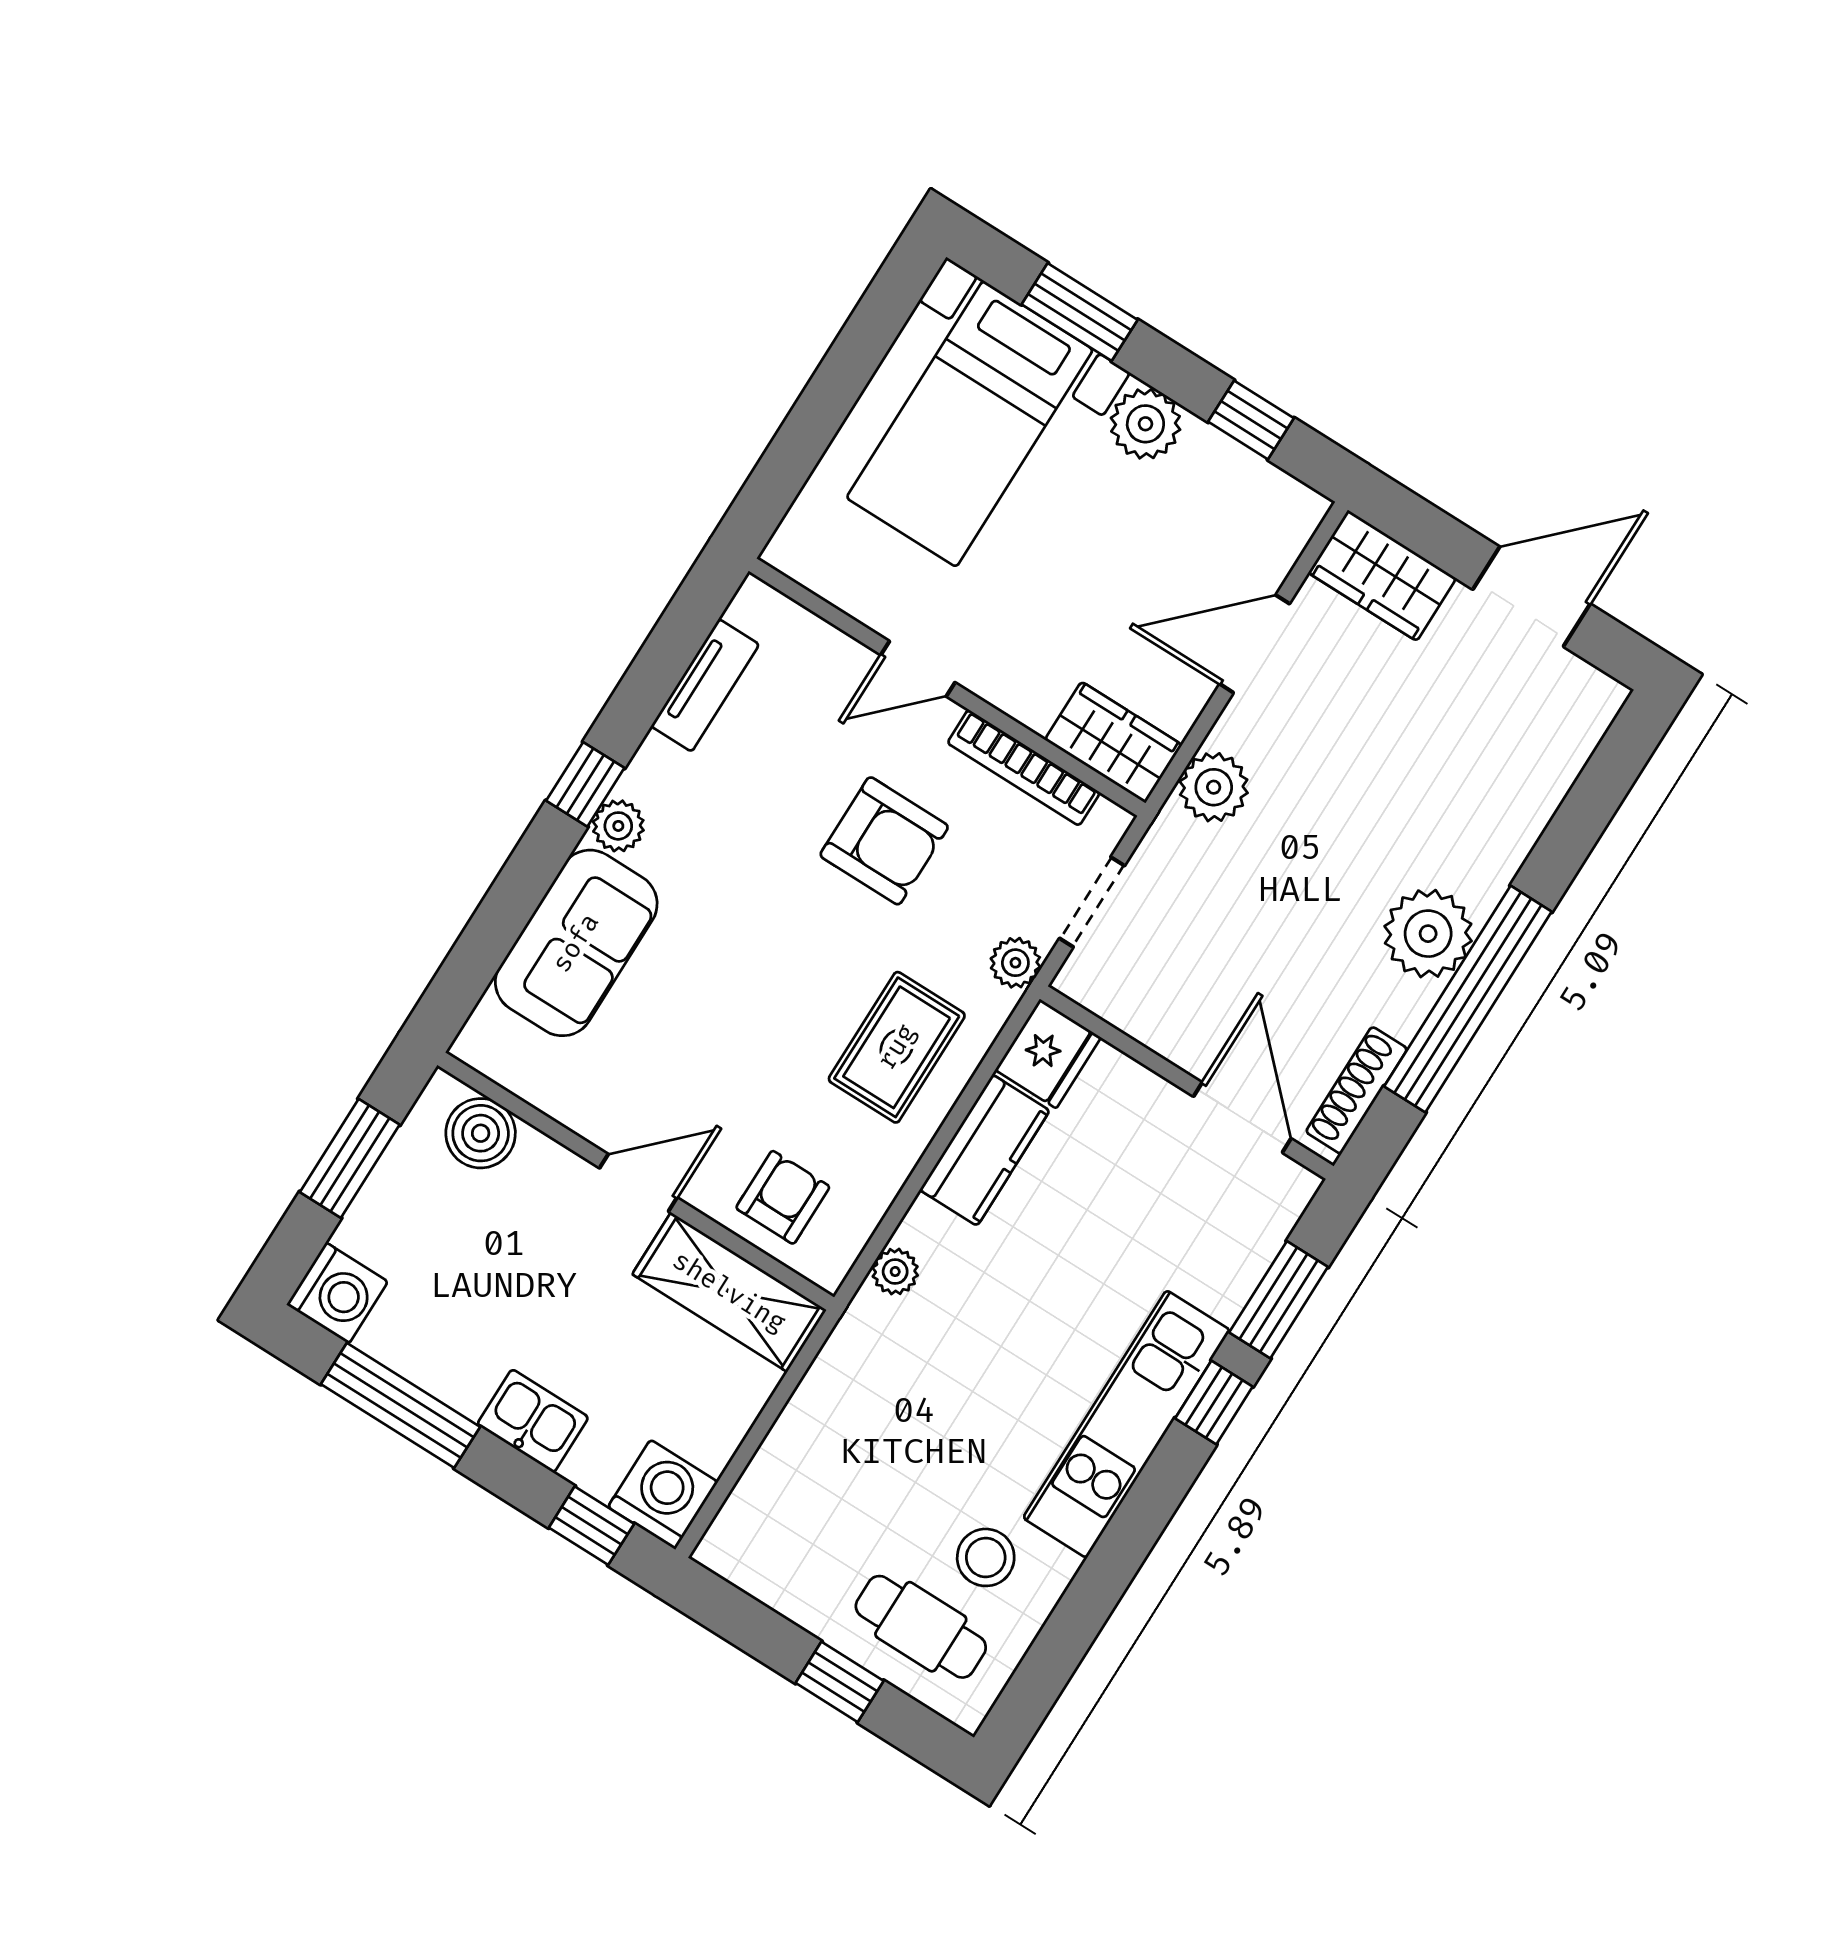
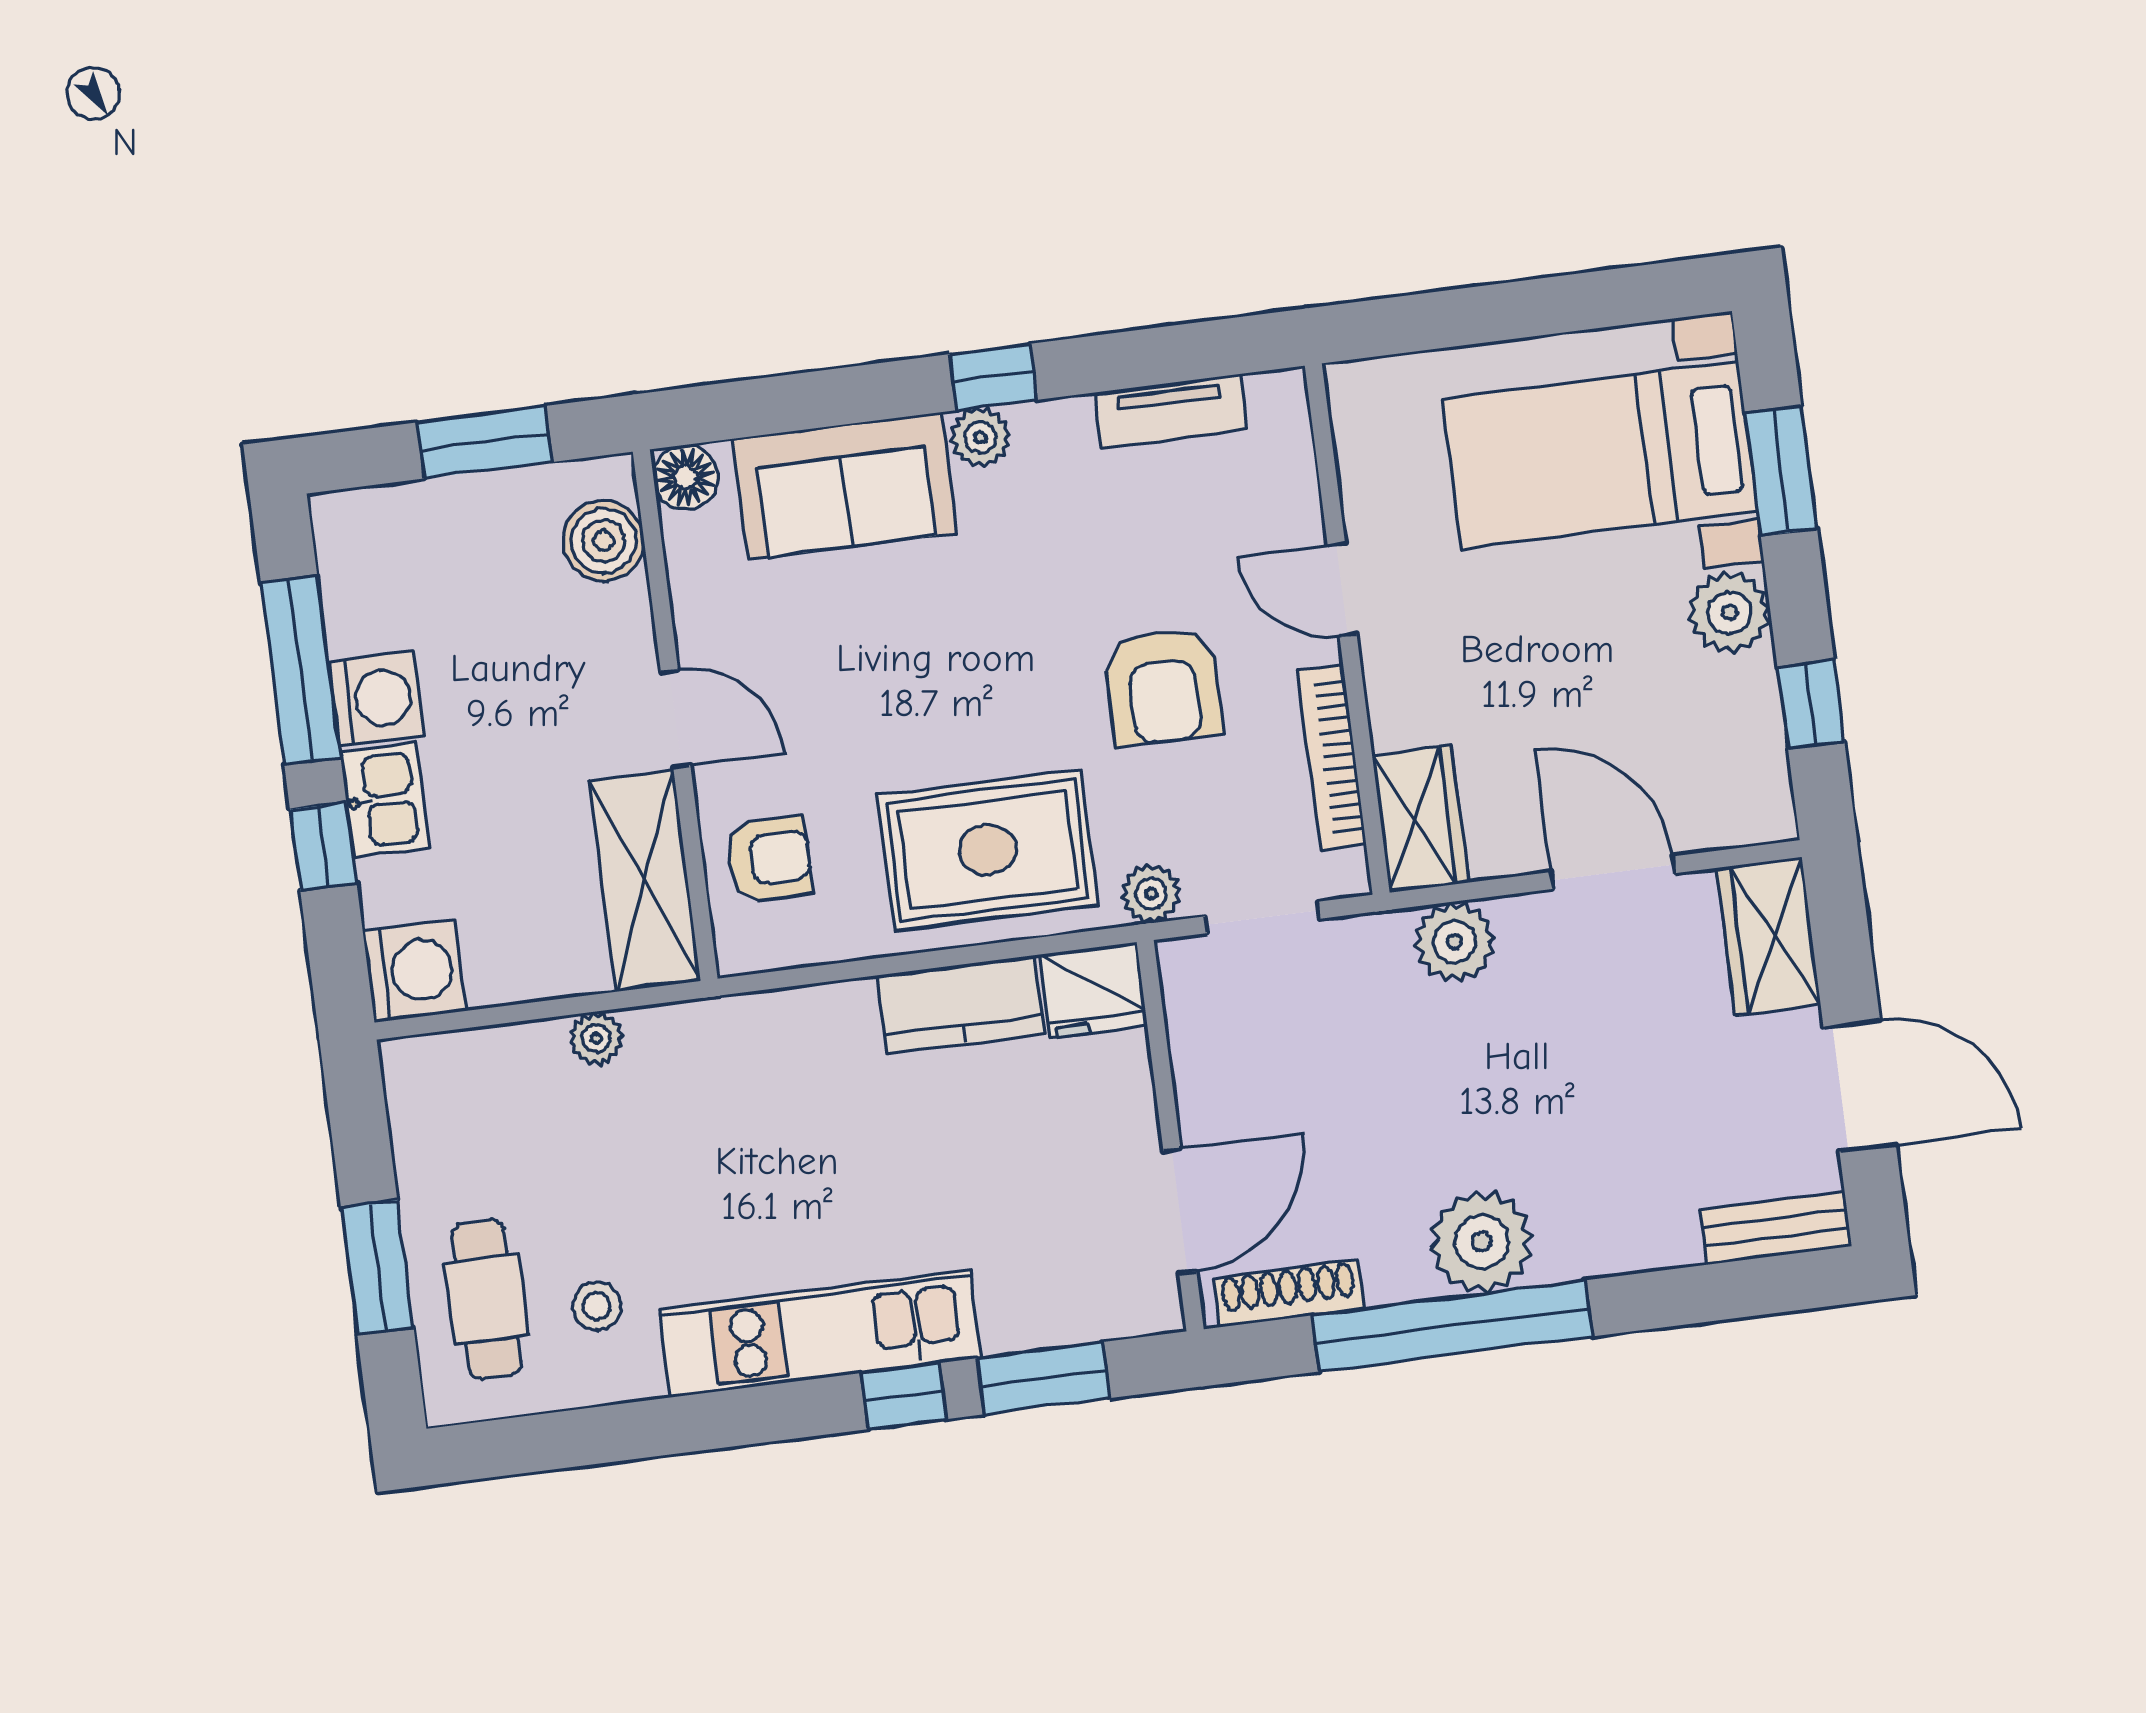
bench: (1580, 730) -> (1776, 1228), added
floor lamp: (483, 1044) -> (686, 477), added
rug: (897, 1047) -> (988, 850), width x1.36, depth x1.43
plant: (895, 1272) -> (596, 1038), moved
washing machine: (337, 1293) -> (376, 698), moved, turned -90
window: (591, 1526) -> (323, 846), moved
stool: (986, 1557) -> (596, 1306), width x0.73, depth x0.73
window: (840, 1682) -> (377, 1267), width x1.50

